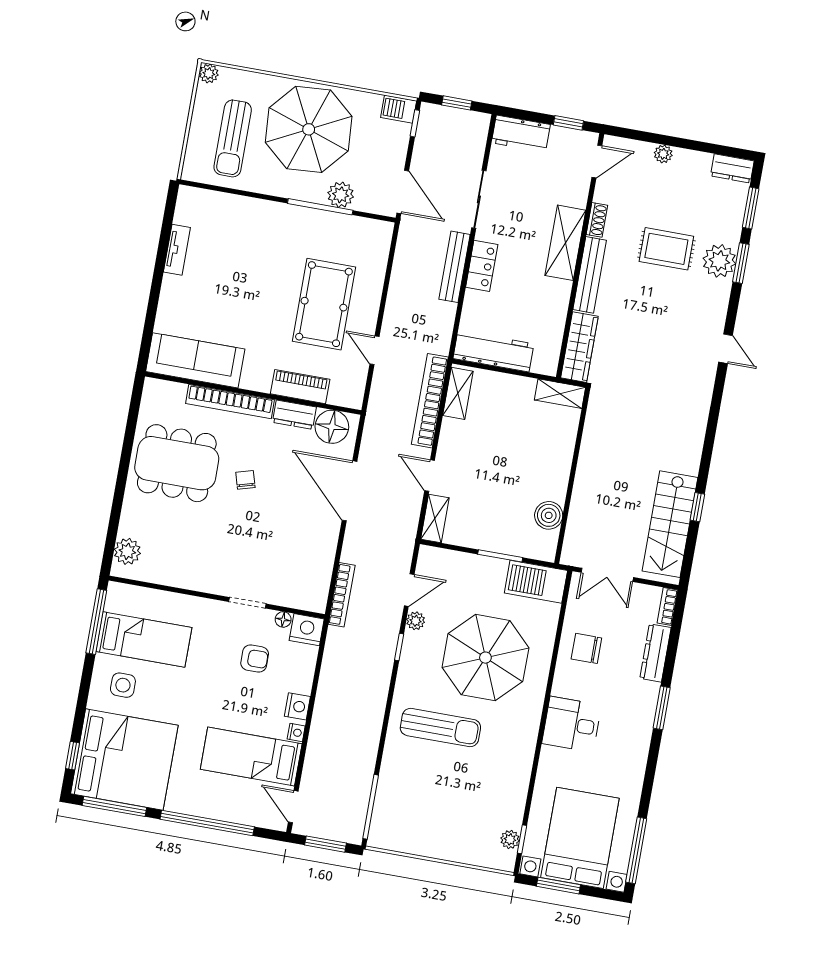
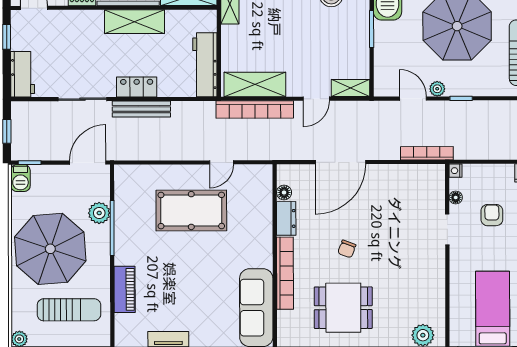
shelving: (565, 243) -> (134, 22), moved
piano: (300, 387) -> (125, 289), moved, turned 180
shelving: (458, 393) -> (255, 84), width x1.50, depth x1.33
floor lamp: (332, 427) -> (284, 193), width x0.53, depth x0.53
dining table: (177, 463) -> (343, 308), width x0.73
chair: (245, 480) -> (347, 249), turned -54
nightstand: (307, 630) -> (456, 171), width x0.53, depth x0.56

